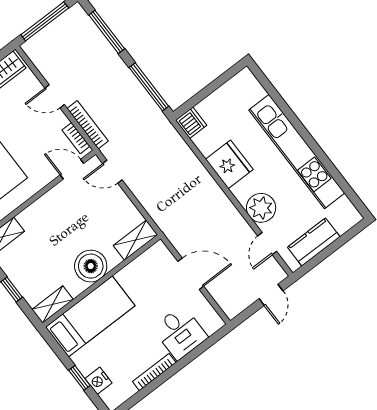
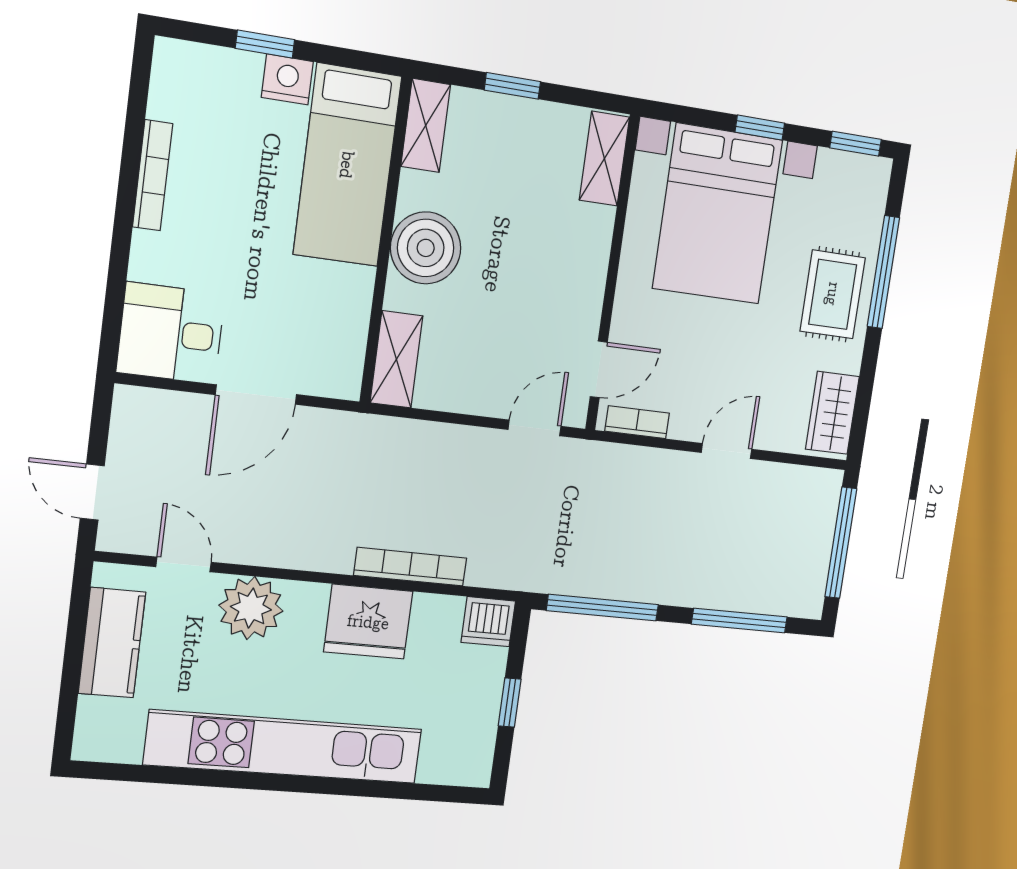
window: (211, 88) -> (510, 703), added
bookcase: (88, 125) -> (410, 567), moved, turned 180
desk: (180, 333) -> (171, 333), moved
nightstand: (98, 381) -> (287, 79), moved

